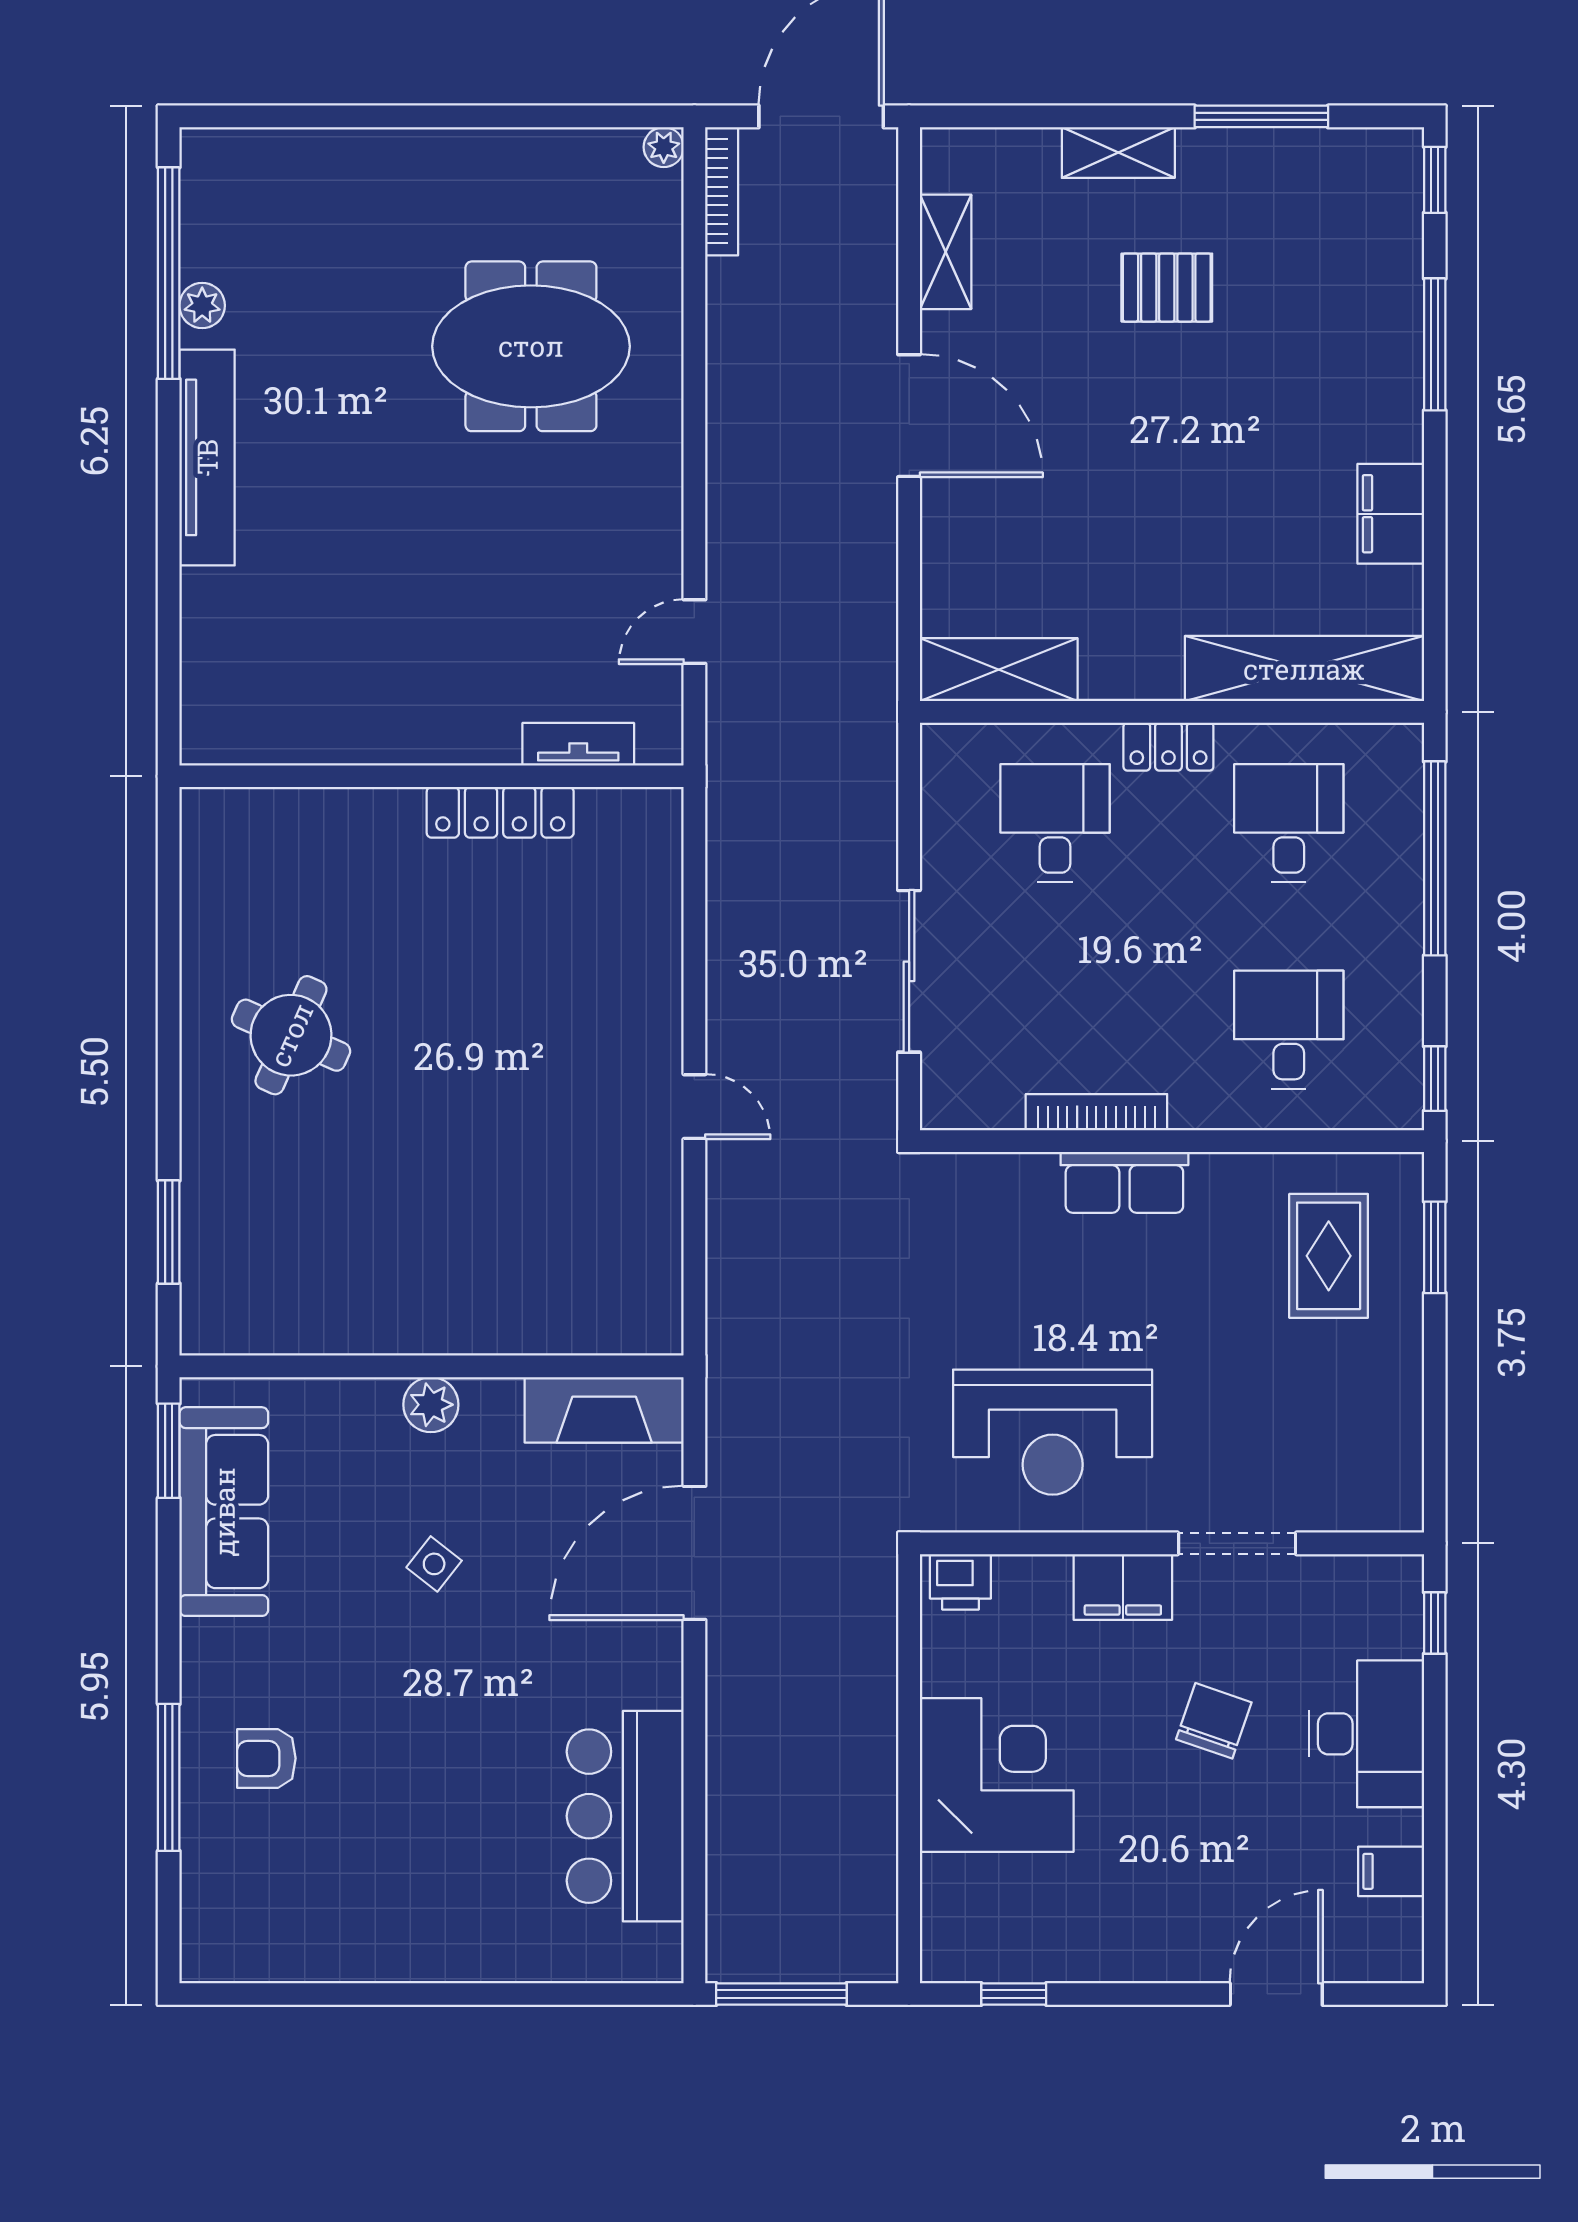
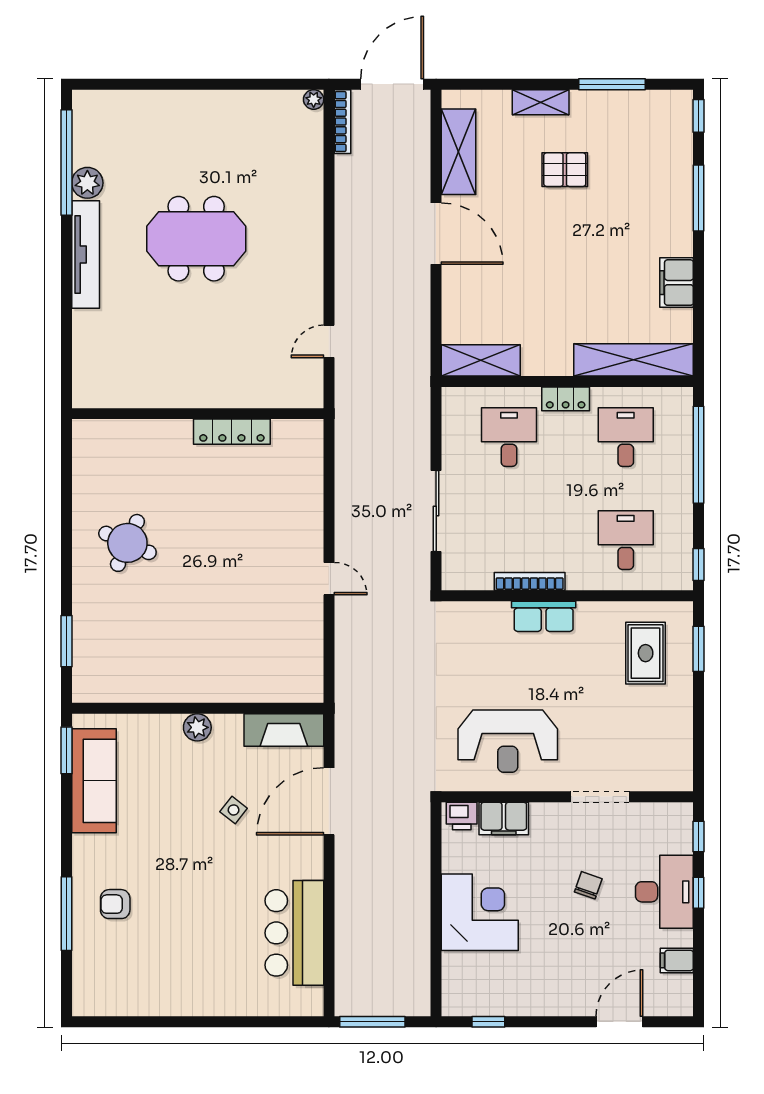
shelving: (946, 252) -> (459, 152), width x1.50, depth x1.33
plant: (202, 306) -> (87, 183), width x1.38, depth x1.38
meeting table: (531, 346) -> (196, 239), moved
tv unit: (578, 744) -> (271, 398), removed
side table: (434, 1564) -> (234, 810), moved
filing cabinet: (1123, 1587) -> (504, 818), moved
chair: (1214, 1721) -> (588, 885), width x0.73, depth x0.73
window: (1435, 1736) -> (699, 893), added

